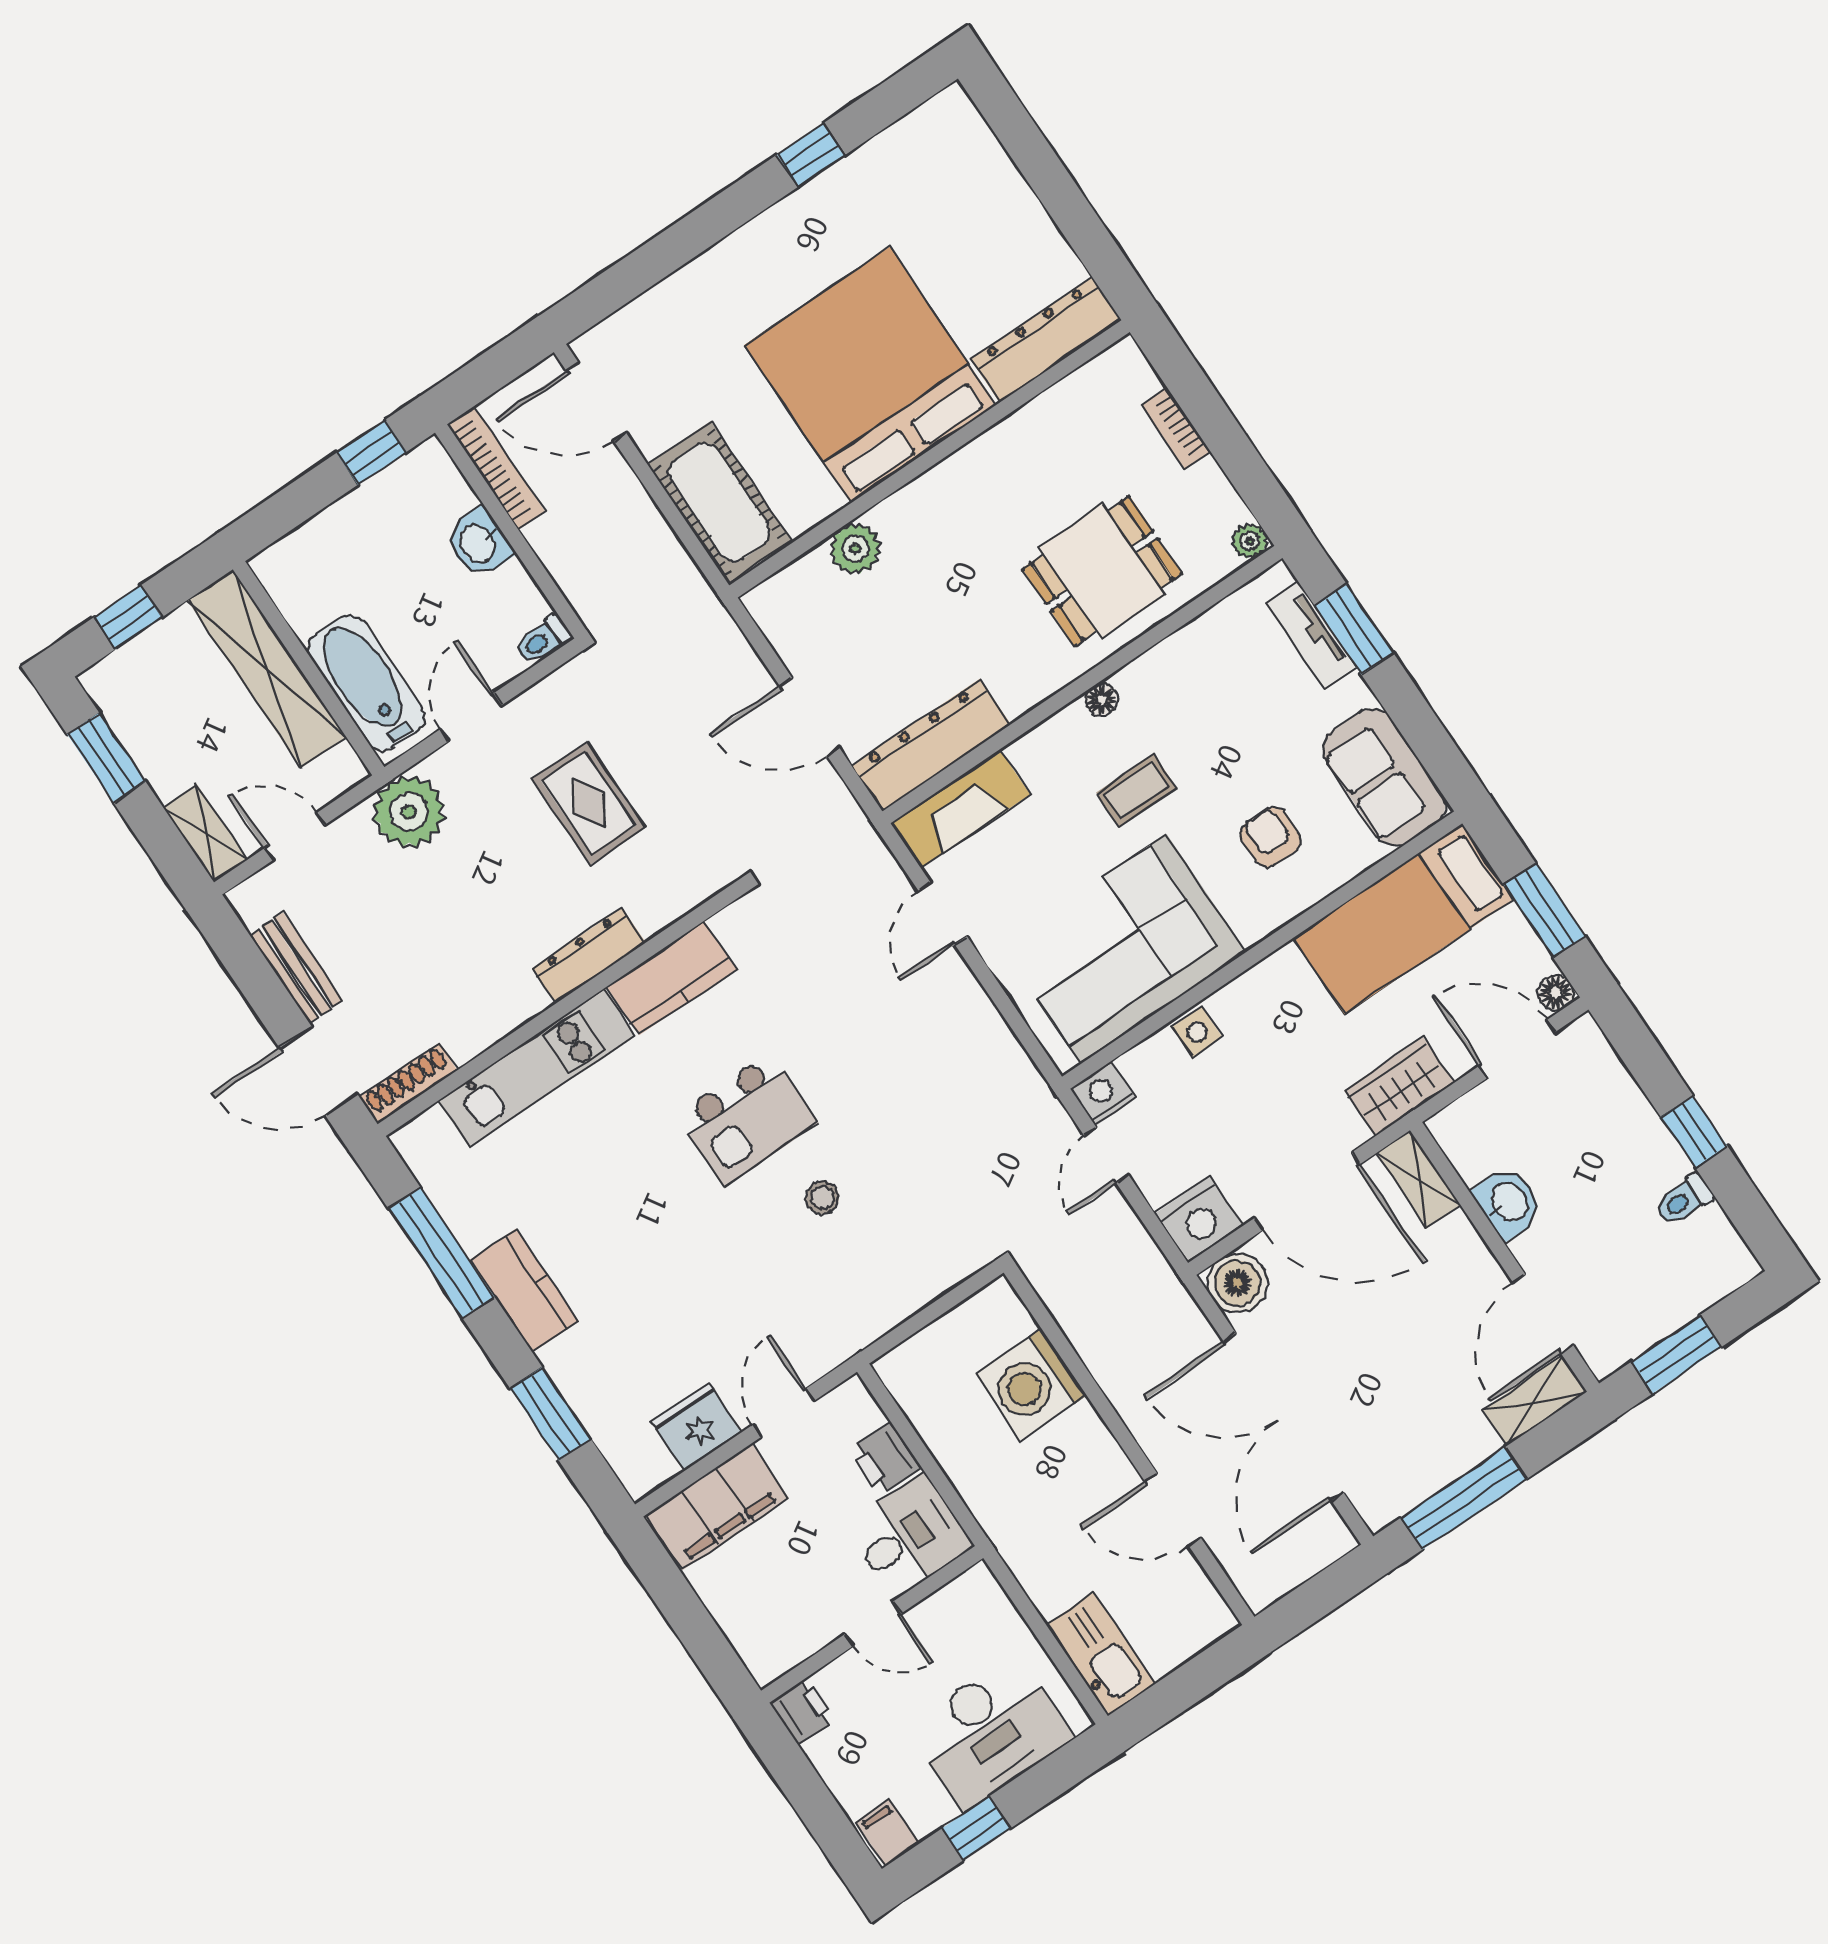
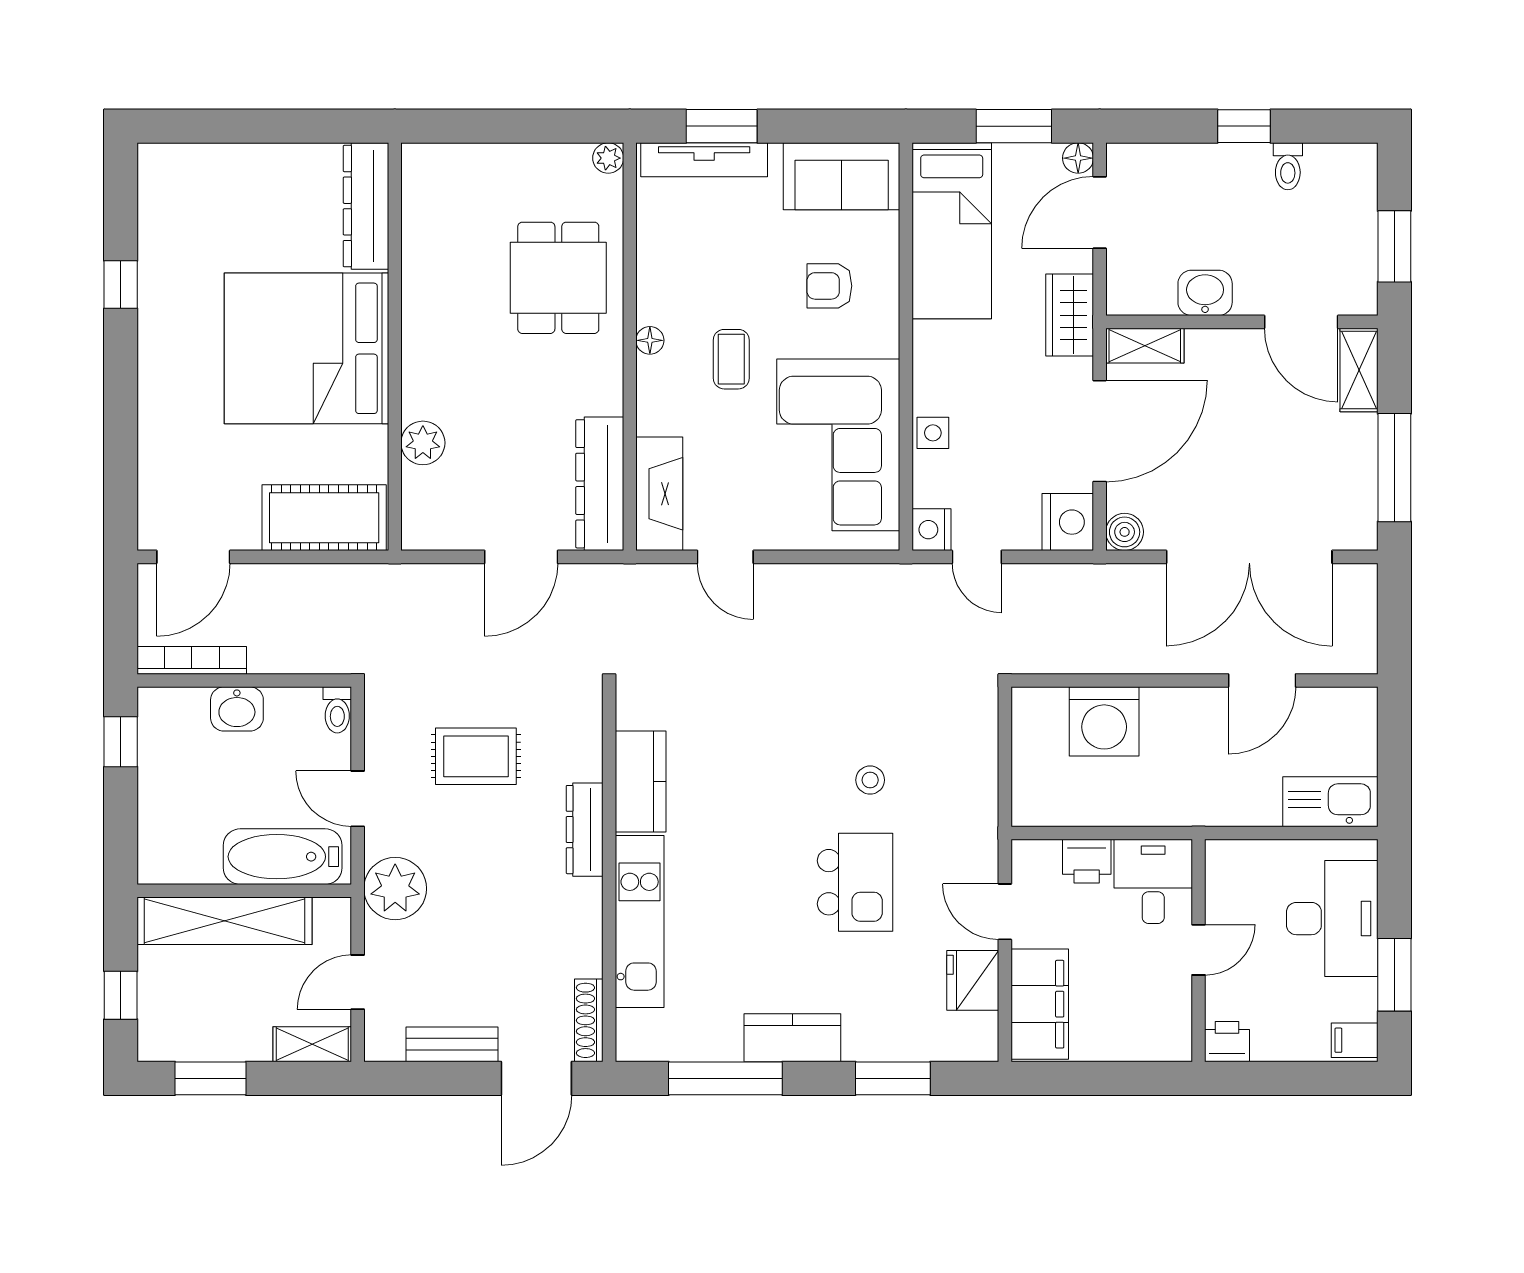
bookcase: (1176, 428) -> (492, 156), removed
tv unit: (1310, 634) -> (704, 160), width x1.41
kitchen island: (747, 1119) -> (855, 882), moved
boiler: (1237, 1283) -> (1125, 532), width x0.73, depth x0.73
window: (976, 1828) -> (1394, 975), width x1.50

